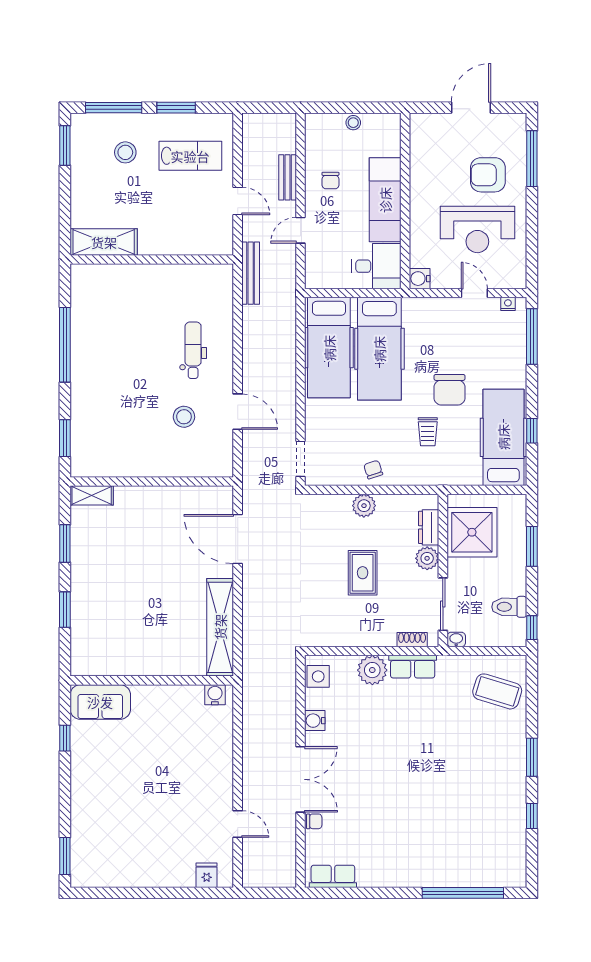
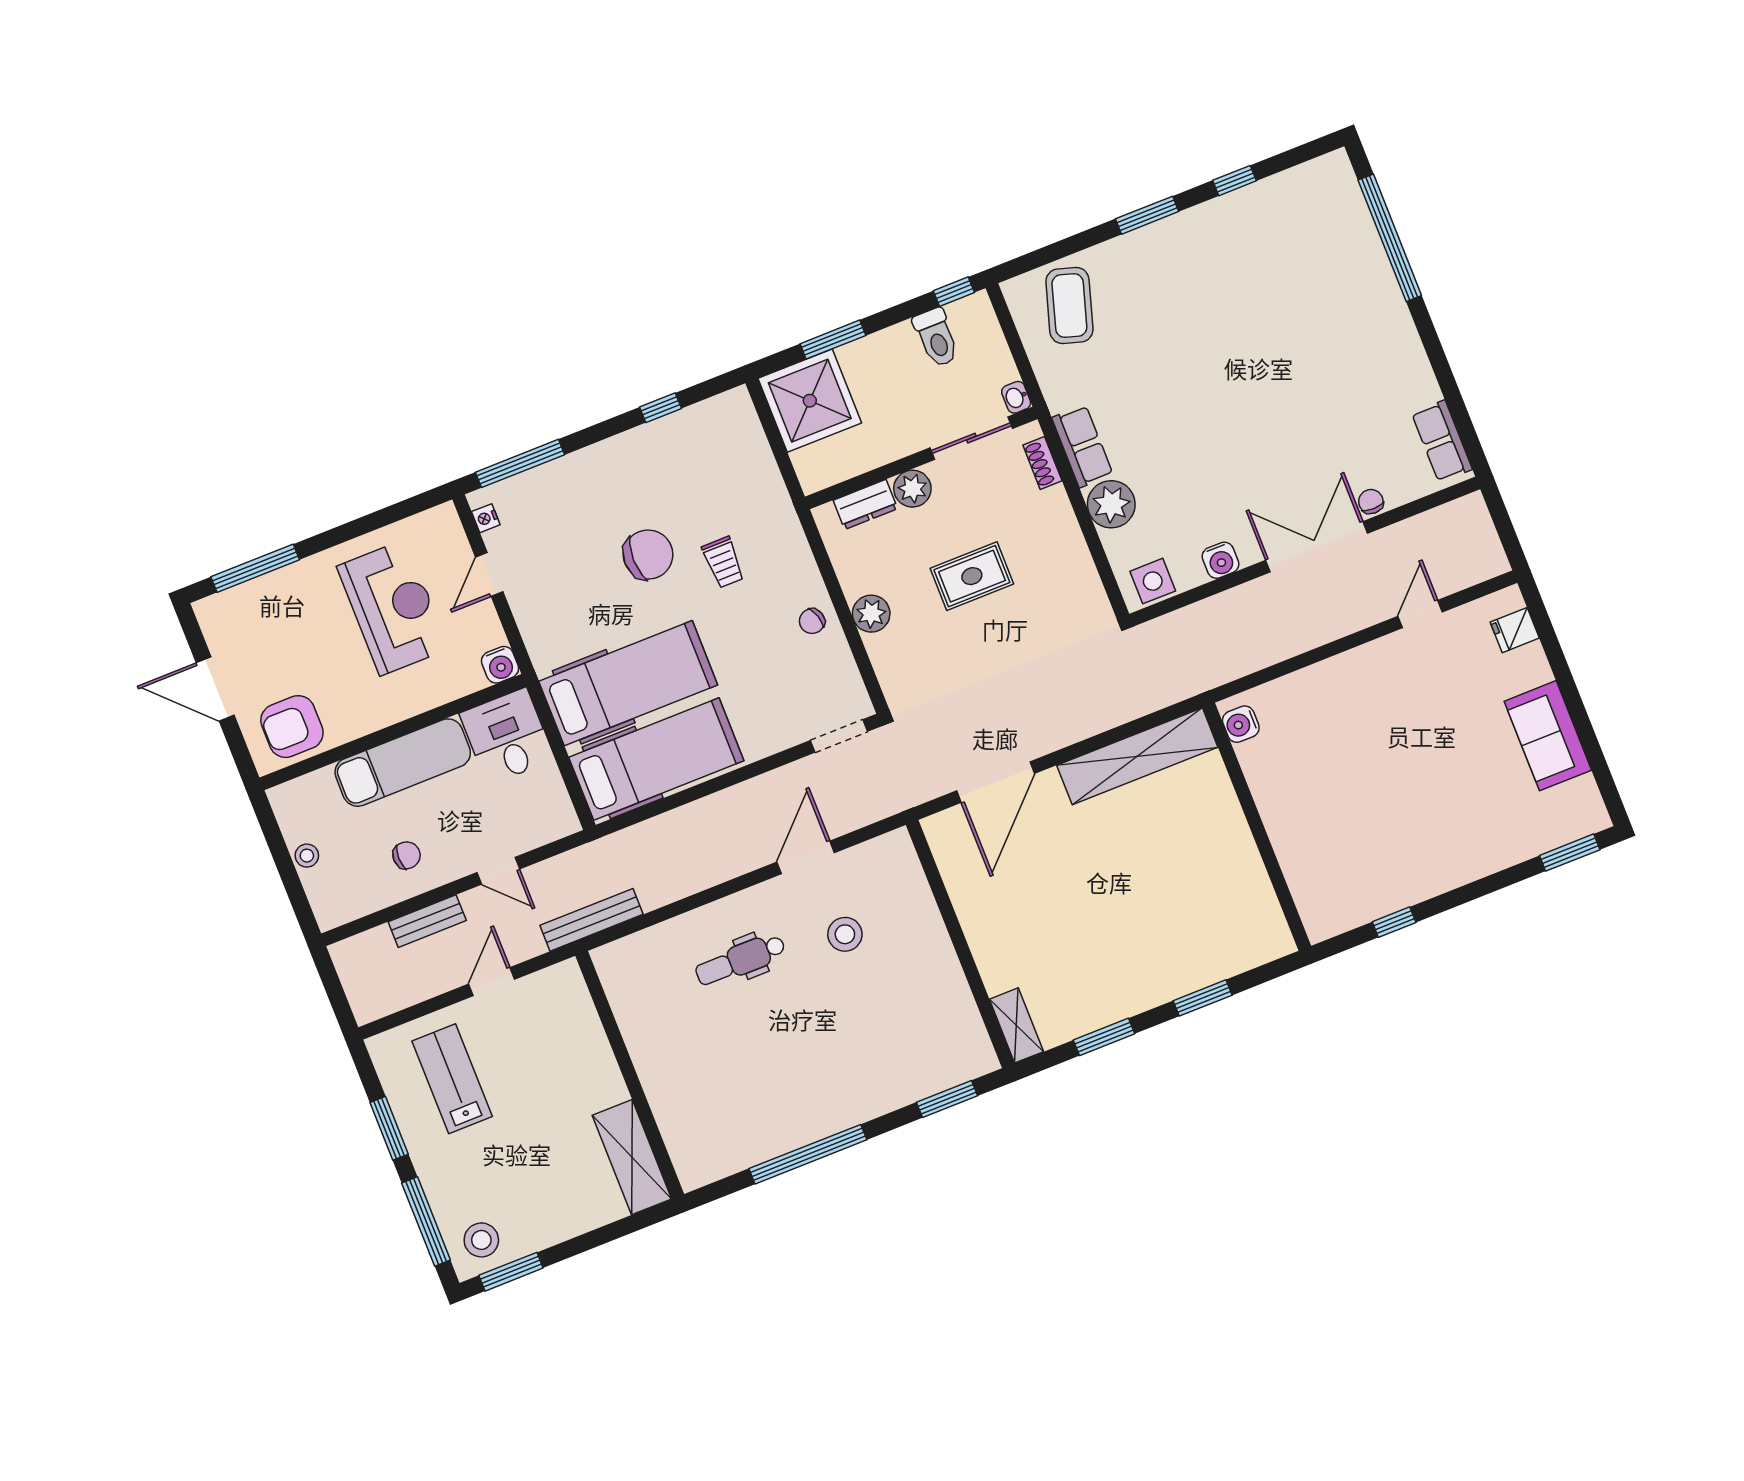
stool: (125, 152) -> (481, 1240), moved
armchair: (488, 175) -> (292, 727), moved, turned 90
trolley: (428, 432) -> (723, 562), turned 90
hospital bed: (503, 437) -> (687, 446), removed
shower: (472, 532) -> (810, 401), moved
sofa: (100, 702) -> (1548, 736), moved, turned 180

